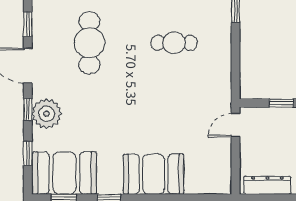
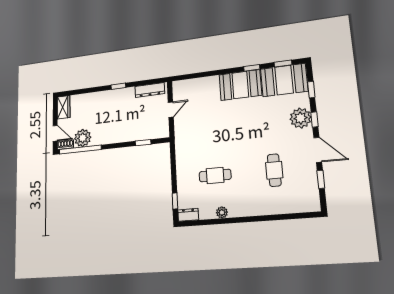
cafe table: (89, 43) -> (274, 170), width x0.73, depth x0.74
door: (236, 125) -> (171, 110), moved
booth: (154, 174) -> (240, 85), moved

